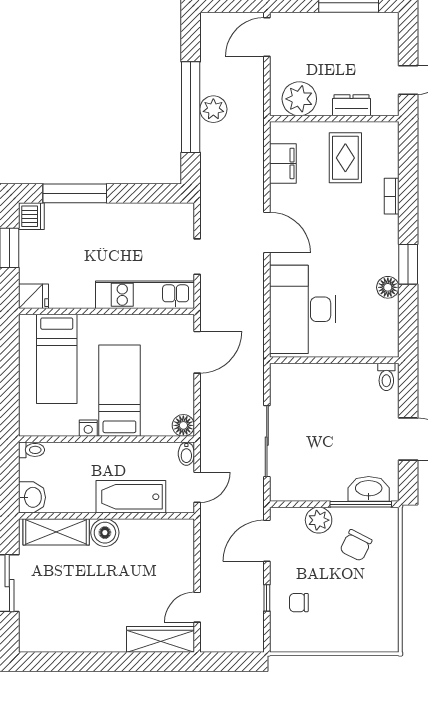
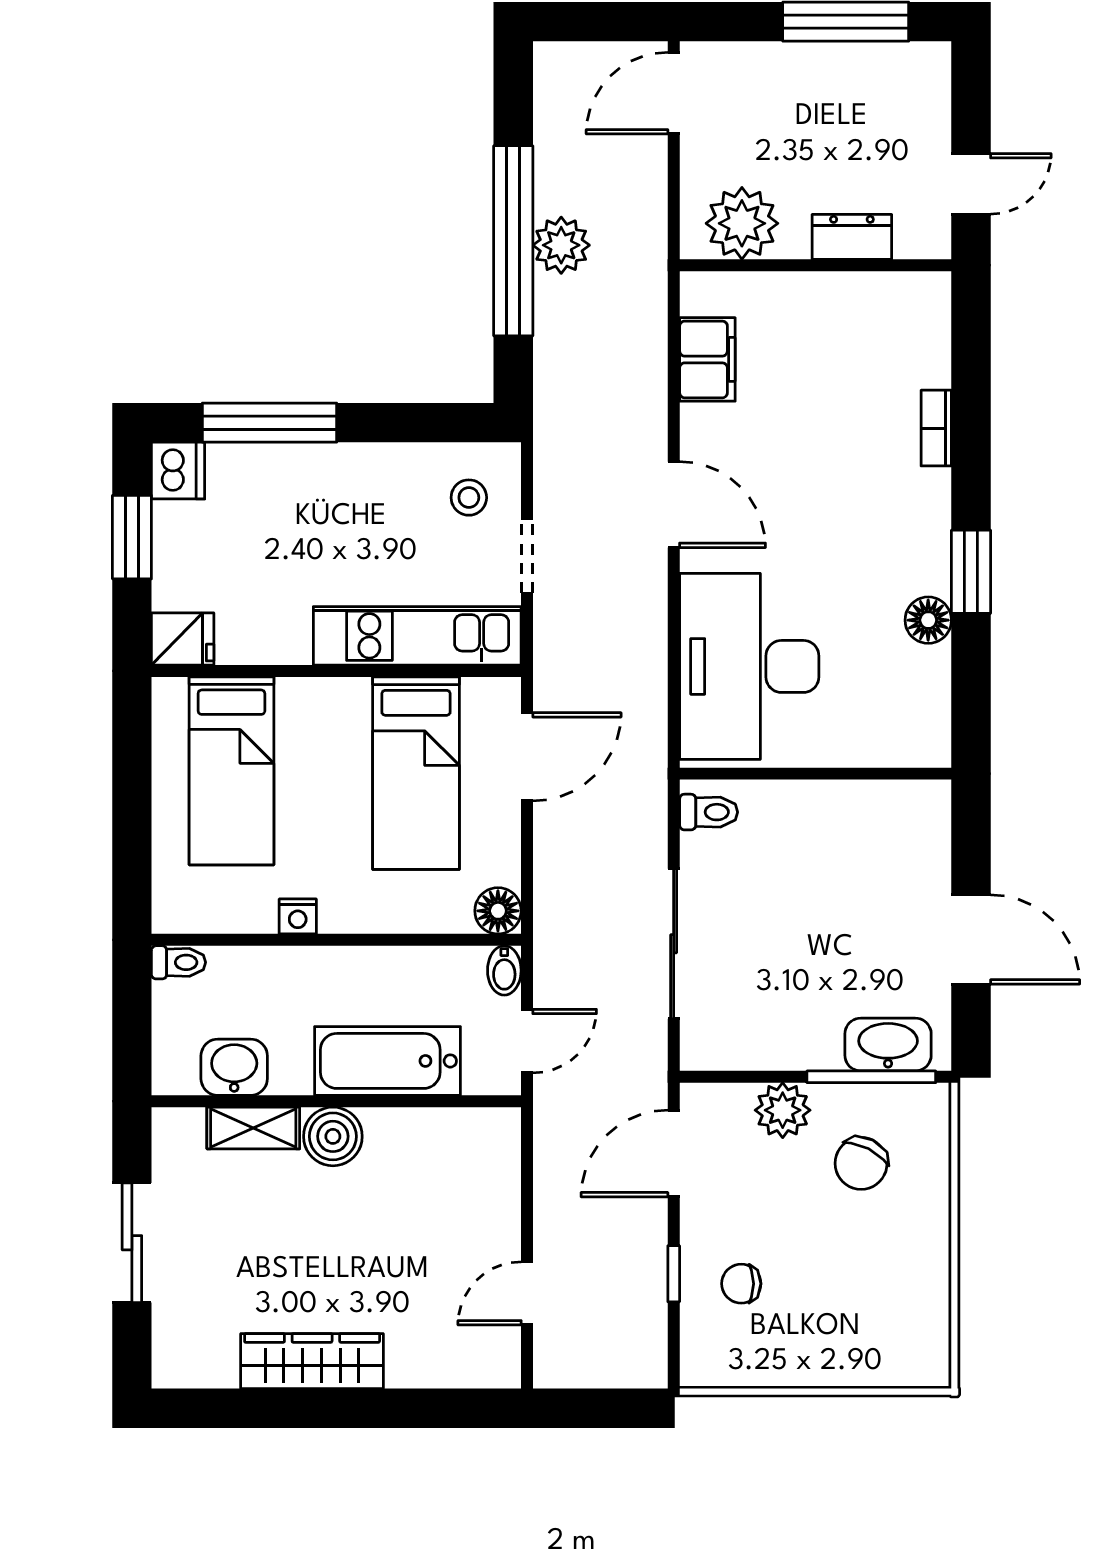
rug: (345, 158) -> (839, 347), removed
stool: (170, 229) -> (469, 498), added
toilet: (386, 377) -> (709, 812), moved, turned -90
bed: (119, 391) -> (416, 773), moved, turned 180
washbasin: (32, 497) -> (234, 1067), moved, turned -90
shelving: (56, 532) -> (253, 1128), width x0.67, depth x0.75
wardrobe: (160, 639) -> (312, 1361), moved

